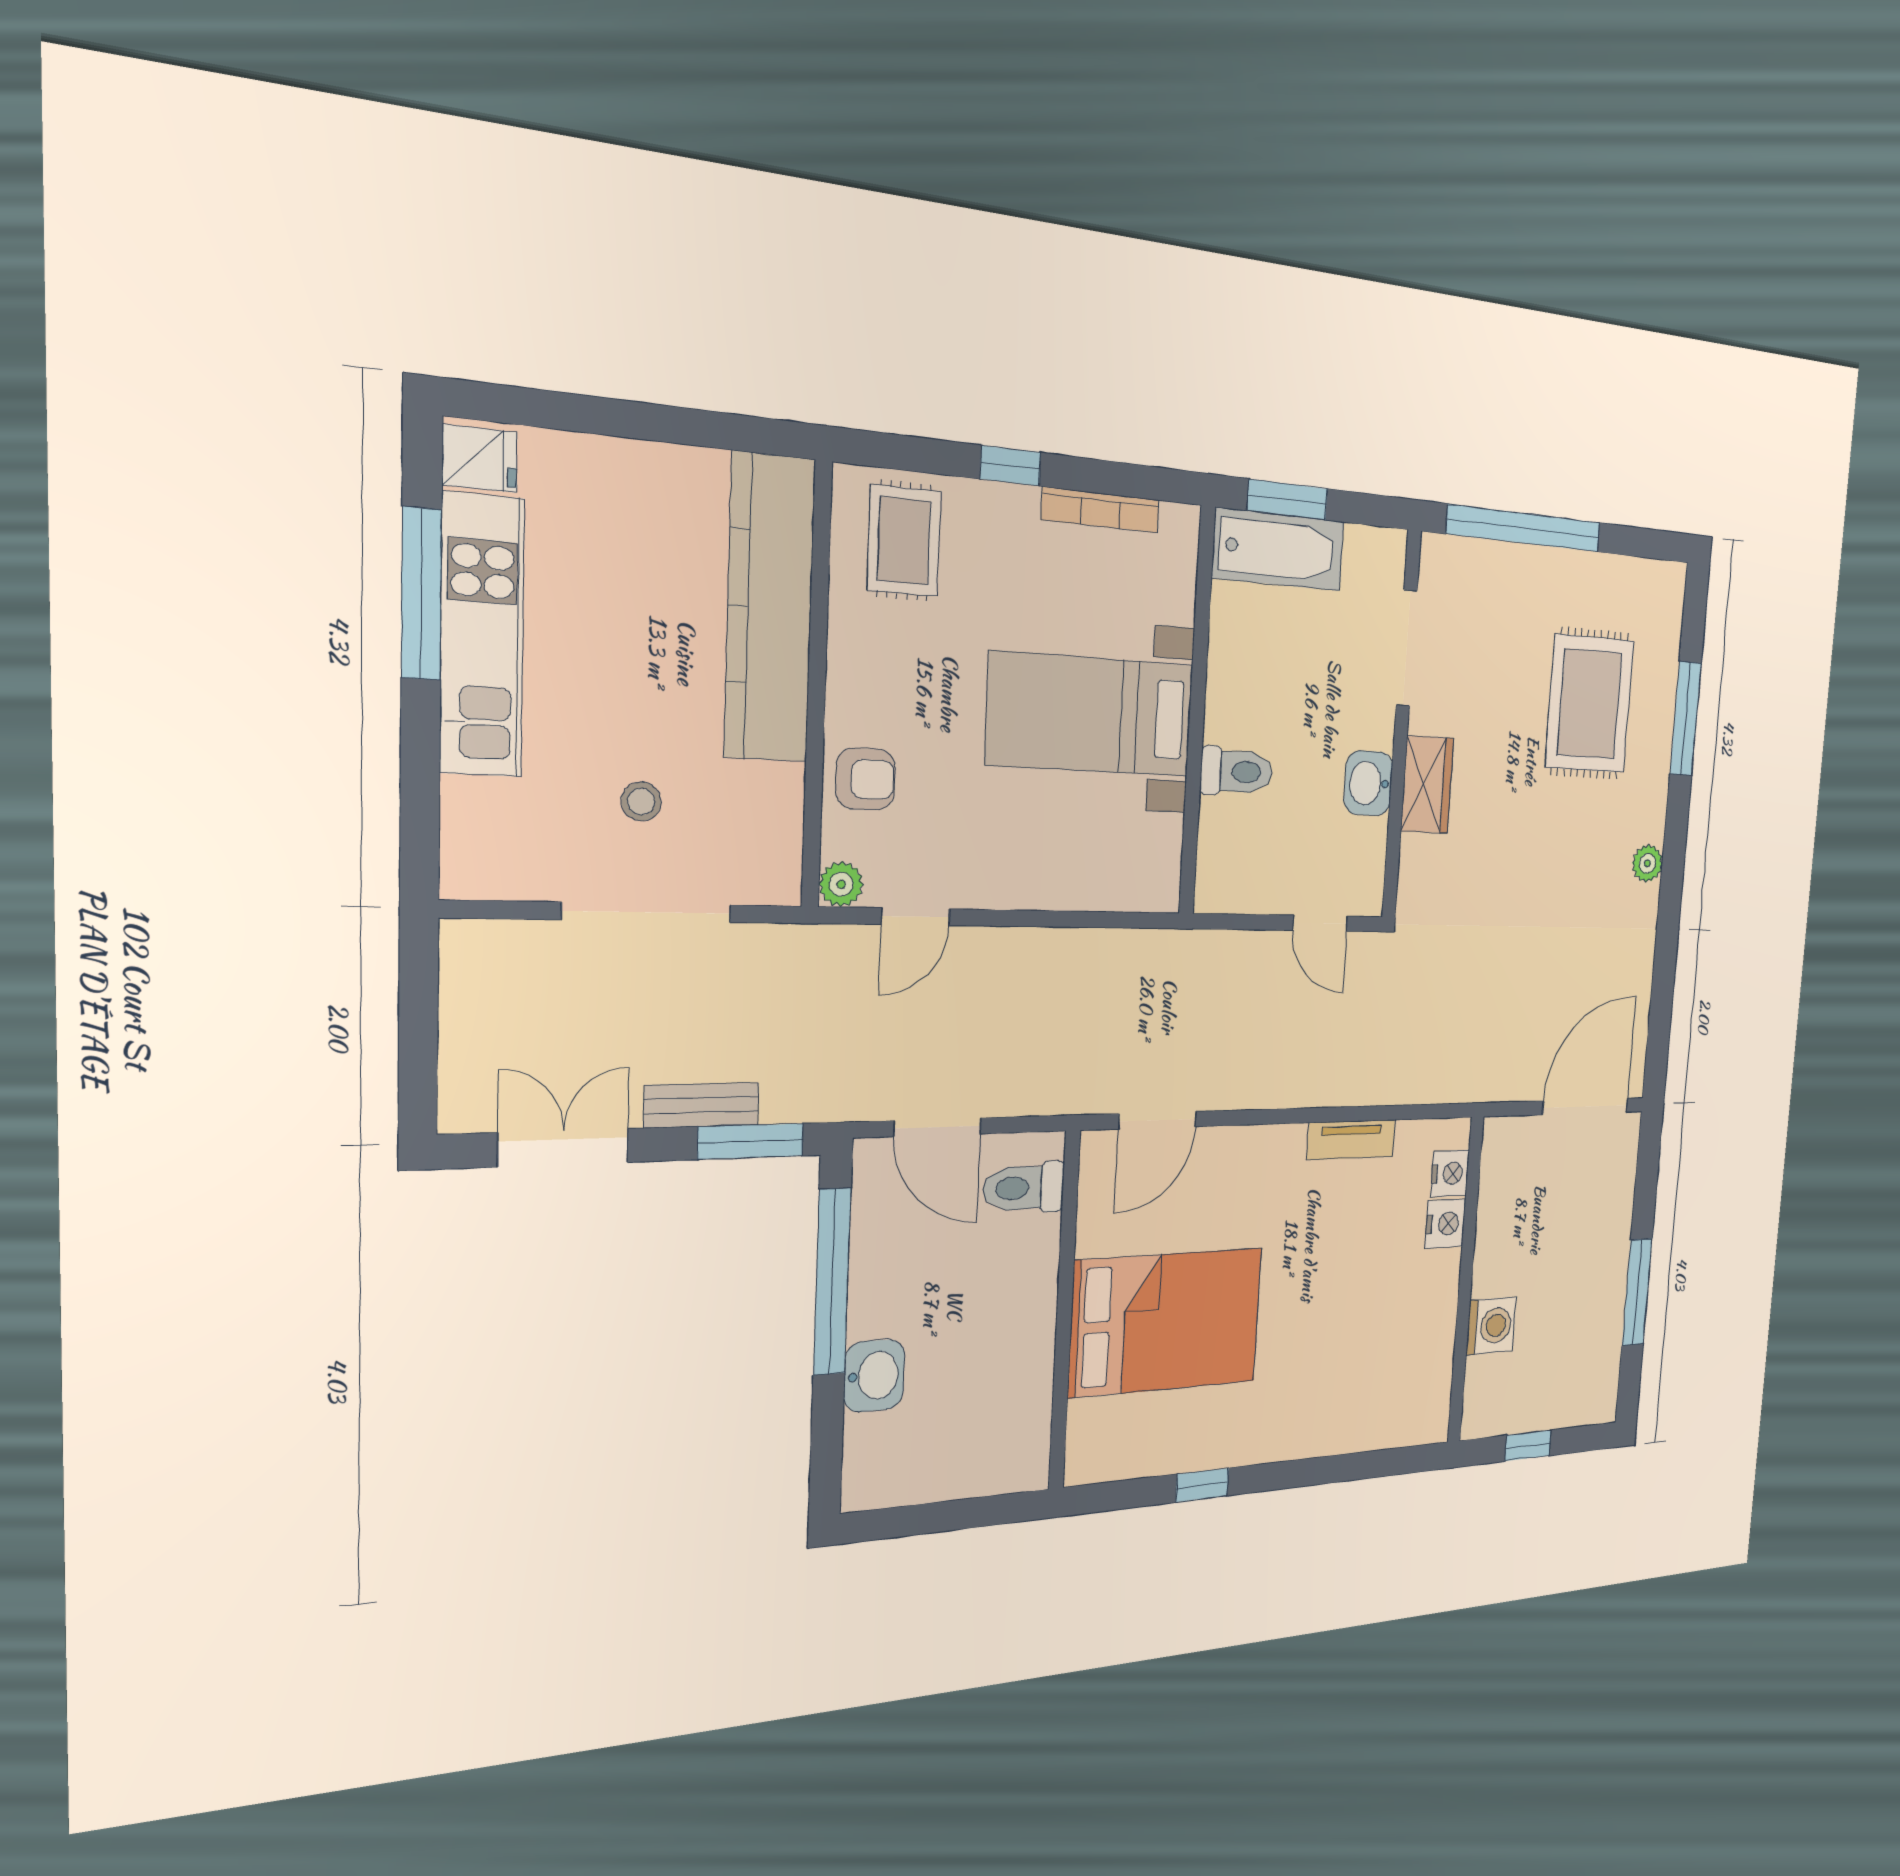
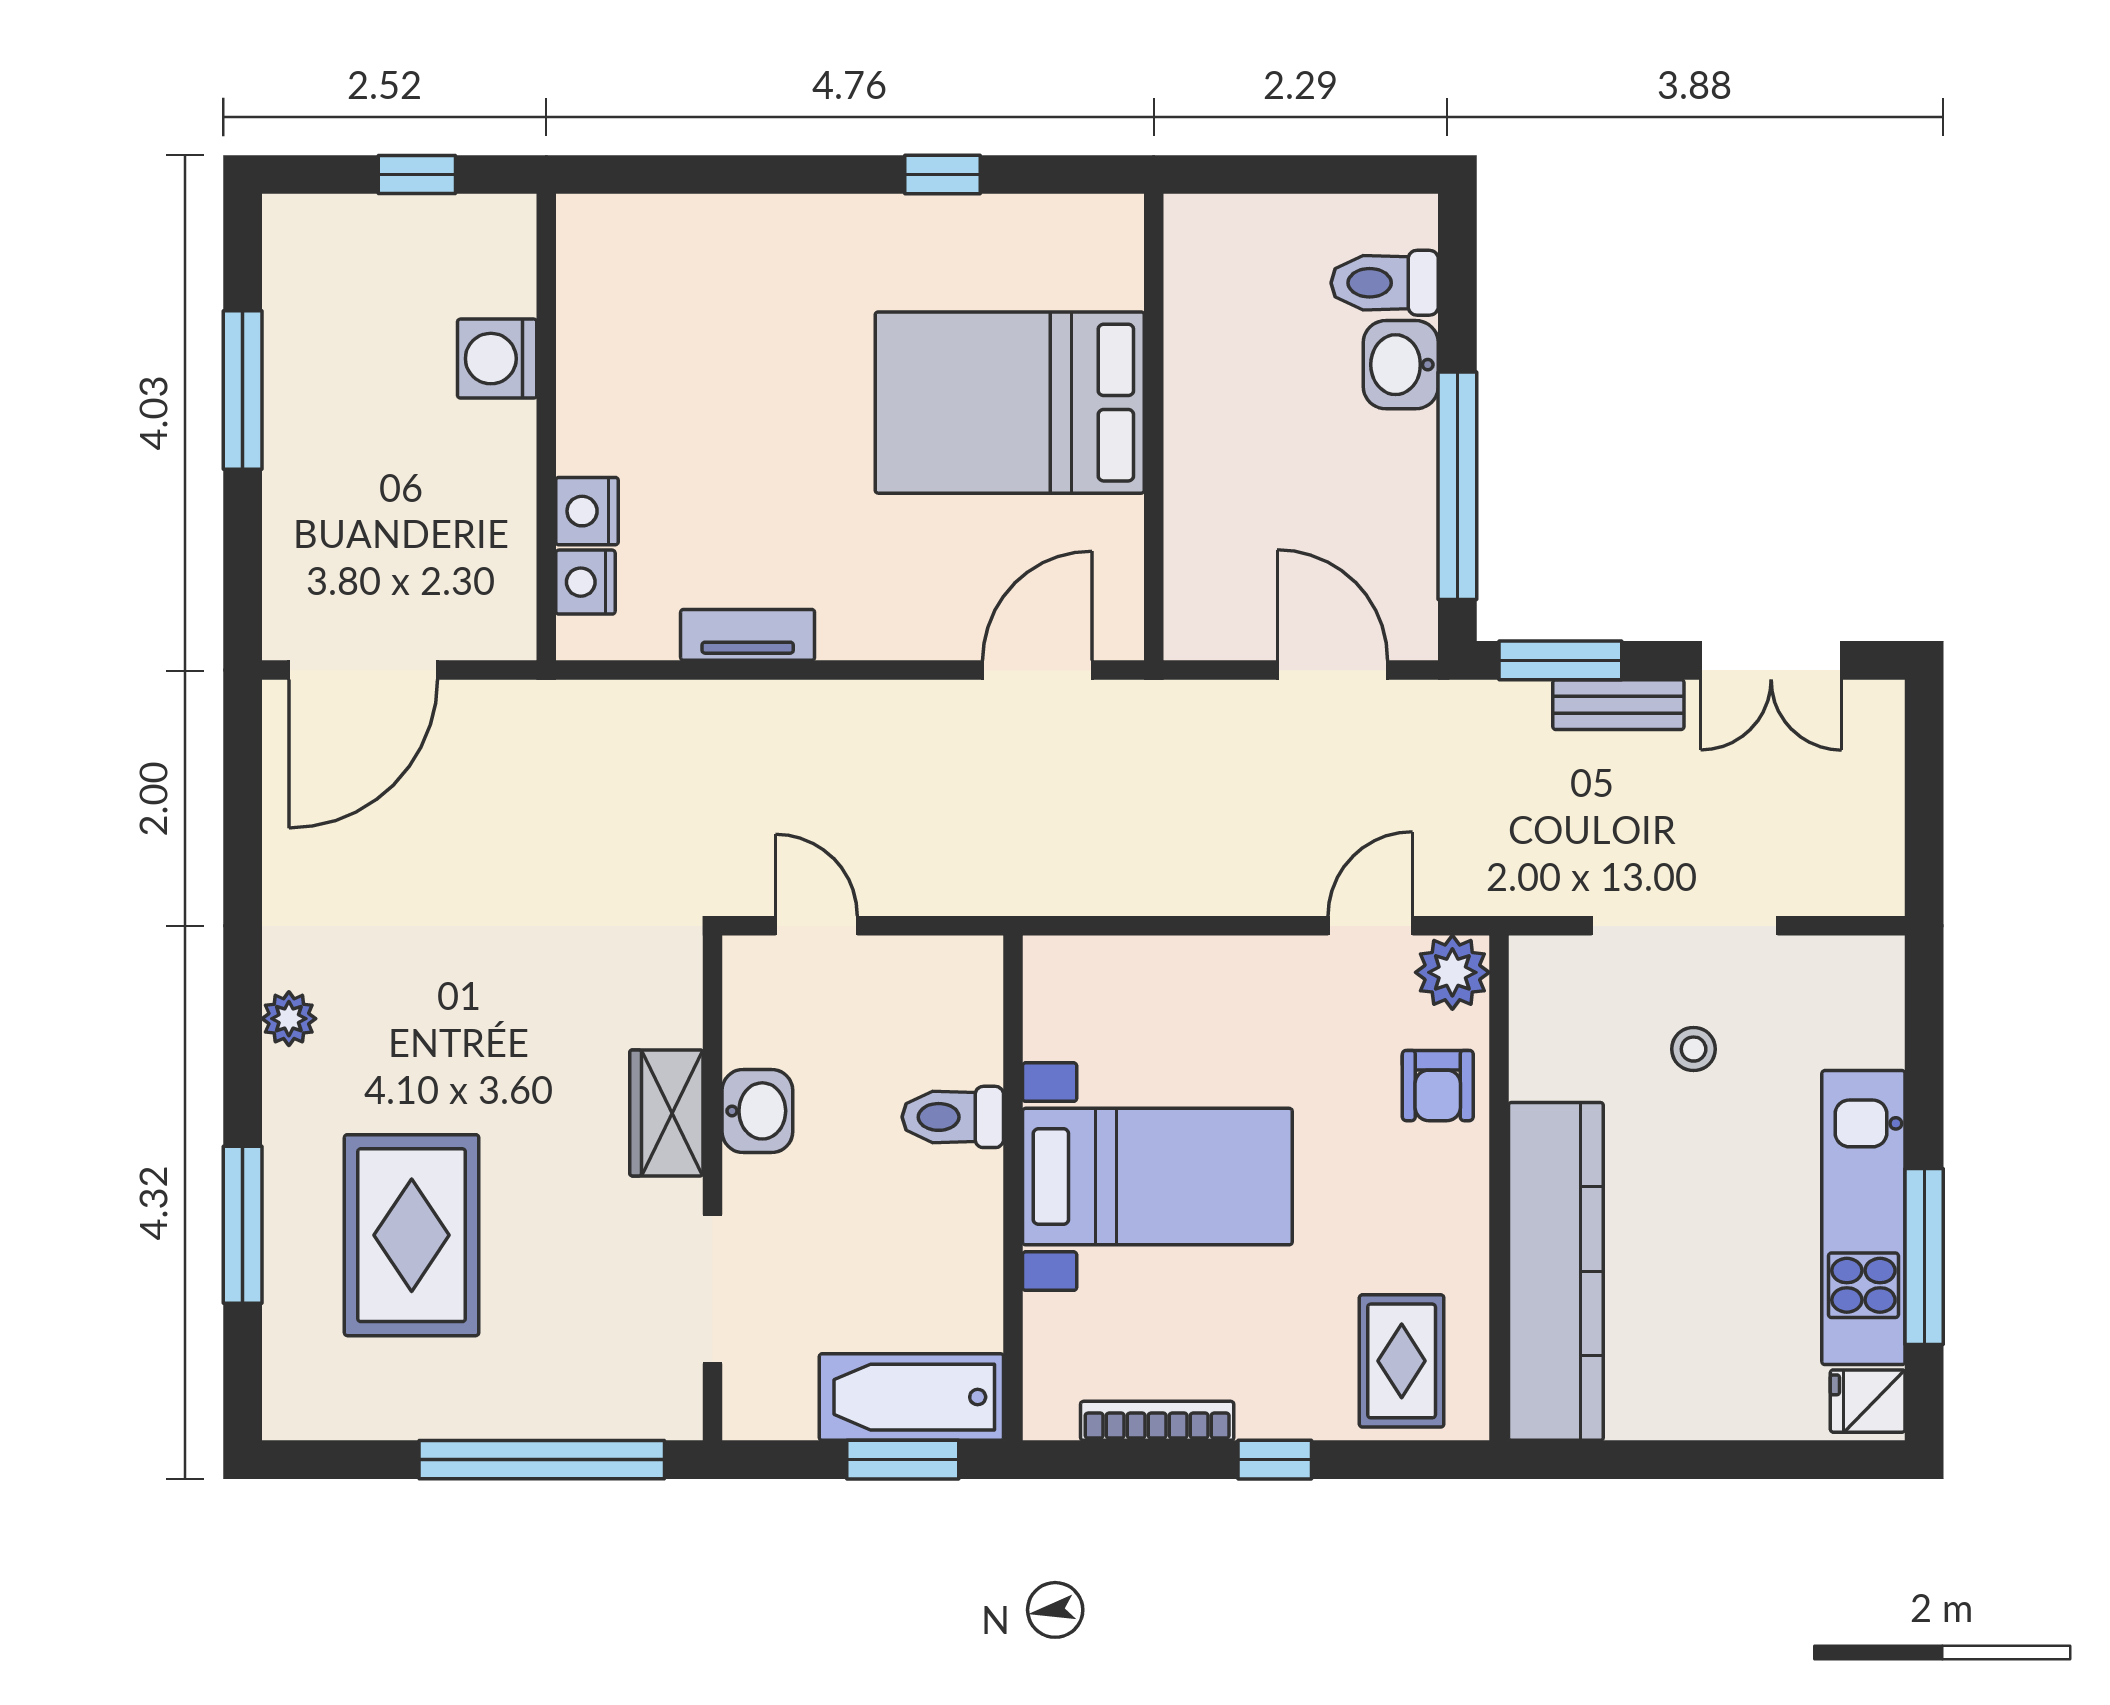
armchair: (865, 779) -> (1438, 1086), turned -90
plant: (841, 884) -> (1452, 972), width x1.38, depth x1.38
toilet: (1024, 1188) -> (1385, 283), moved, turned 180

